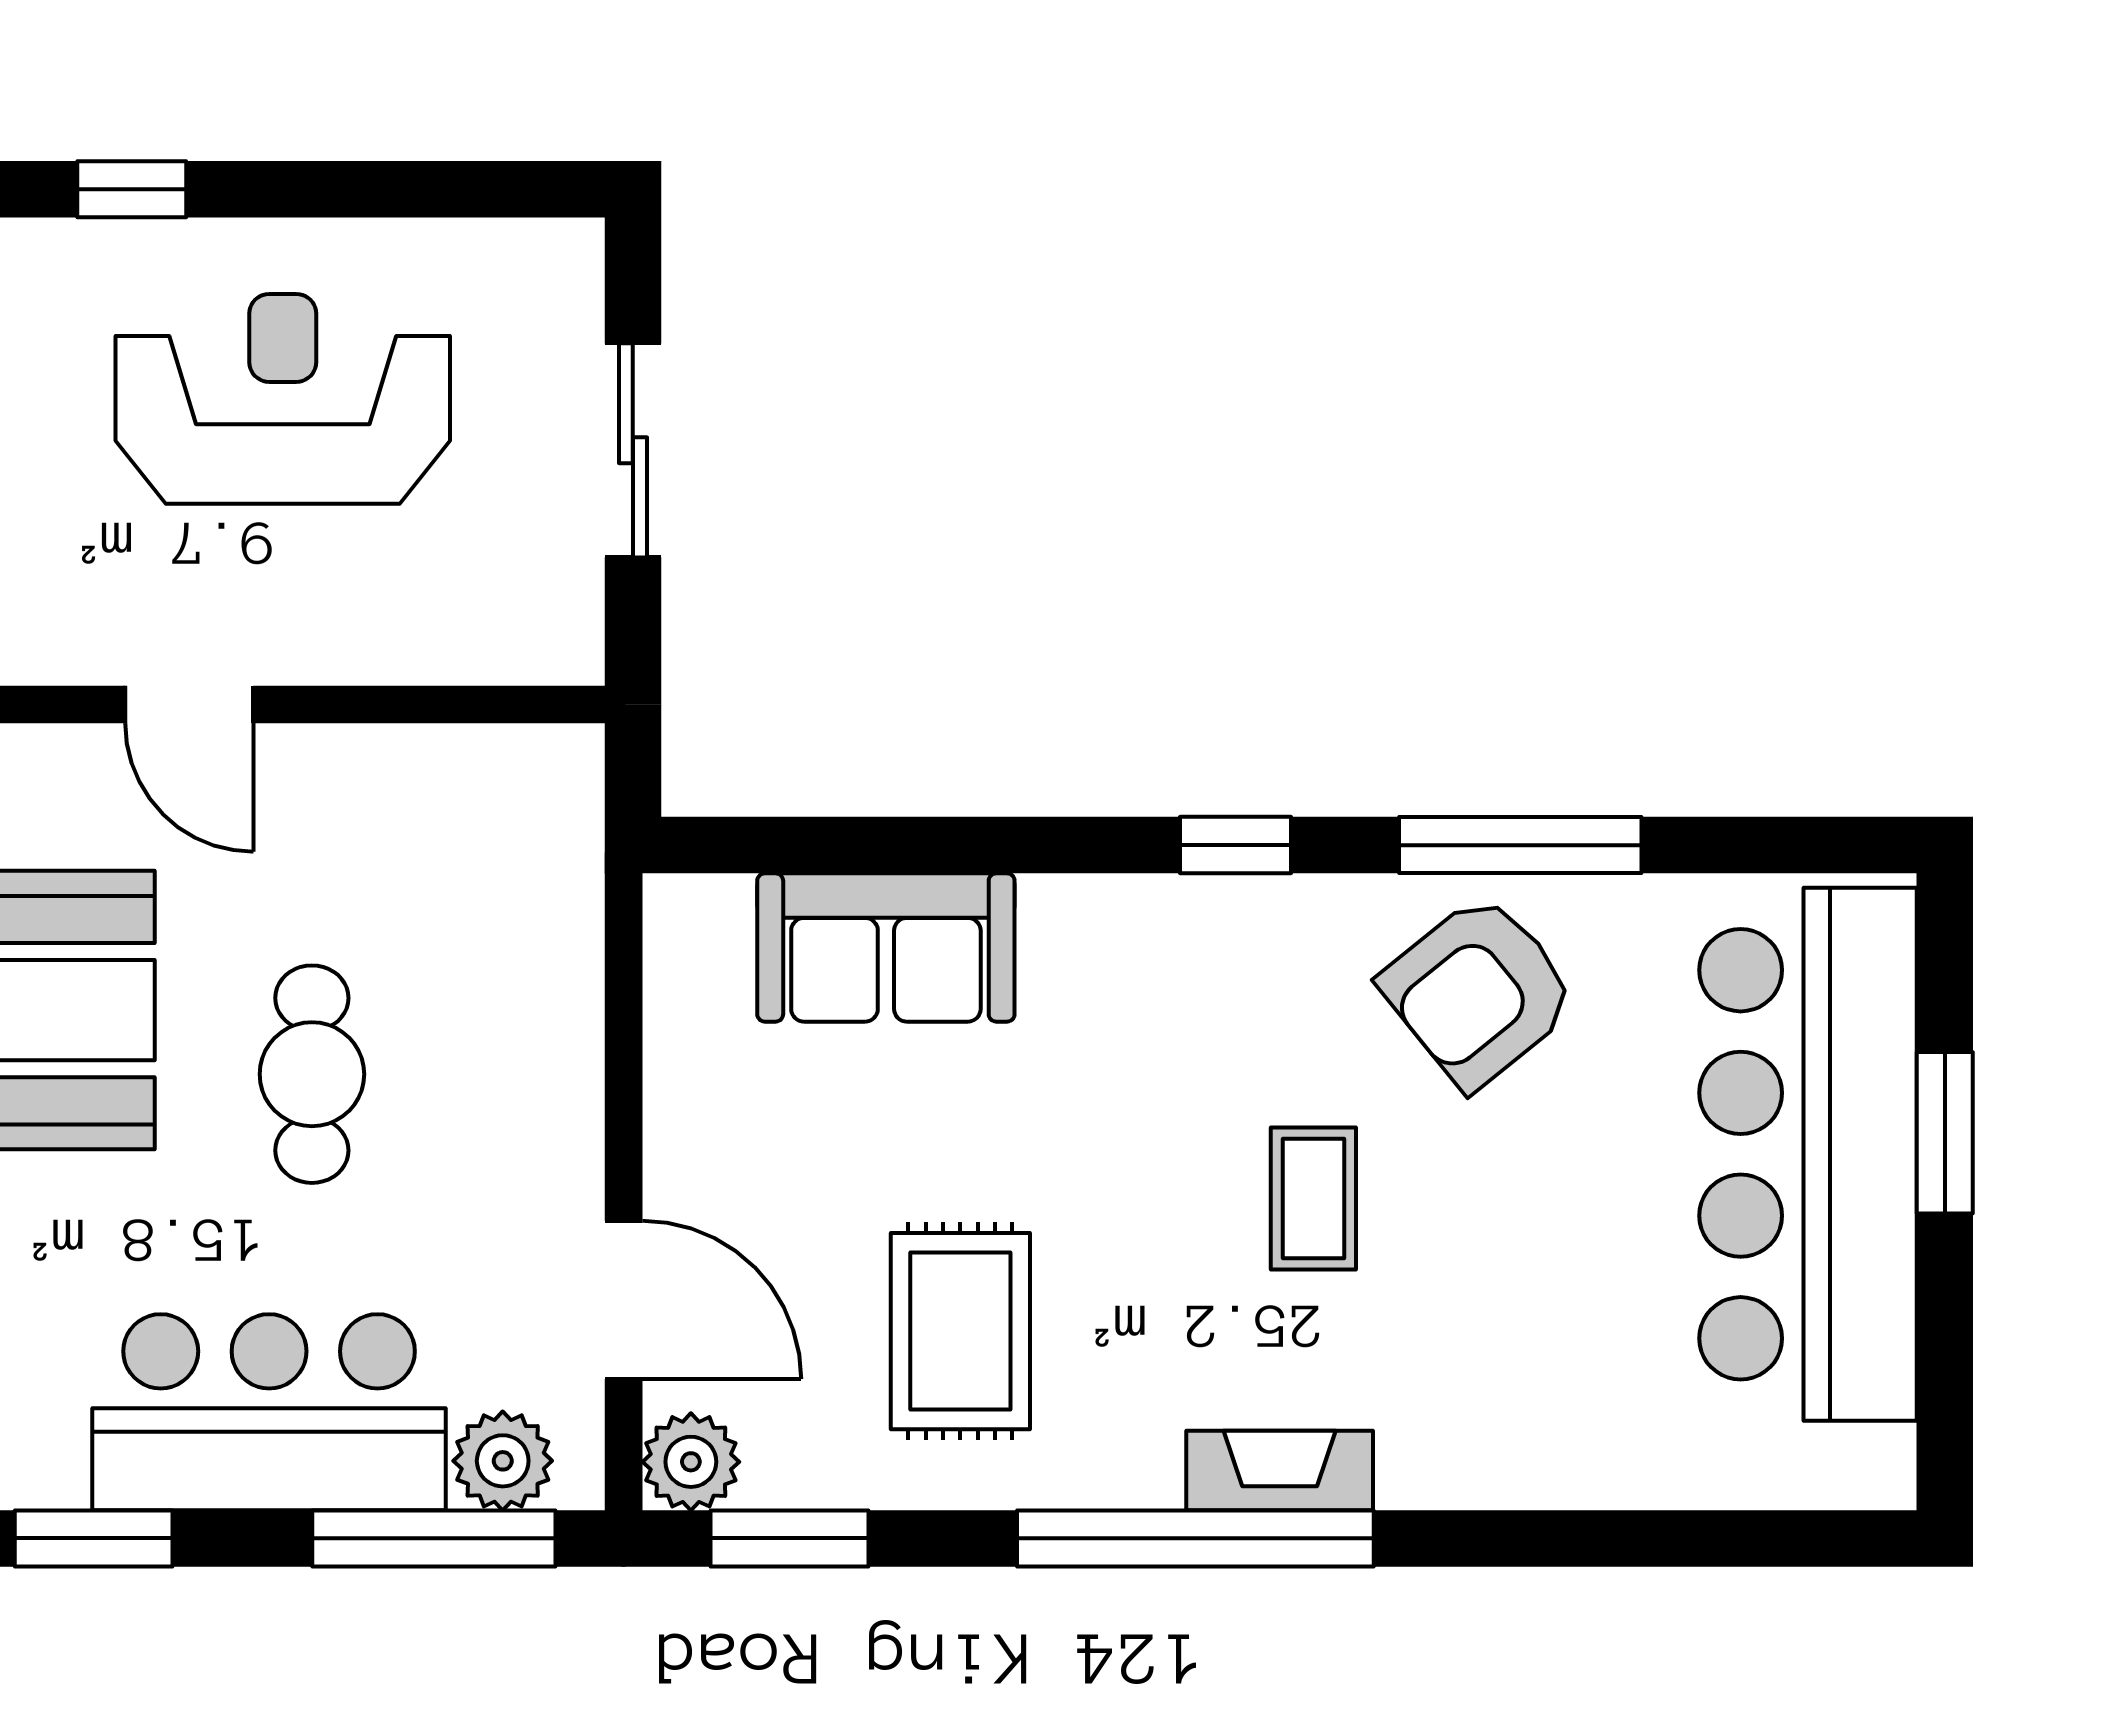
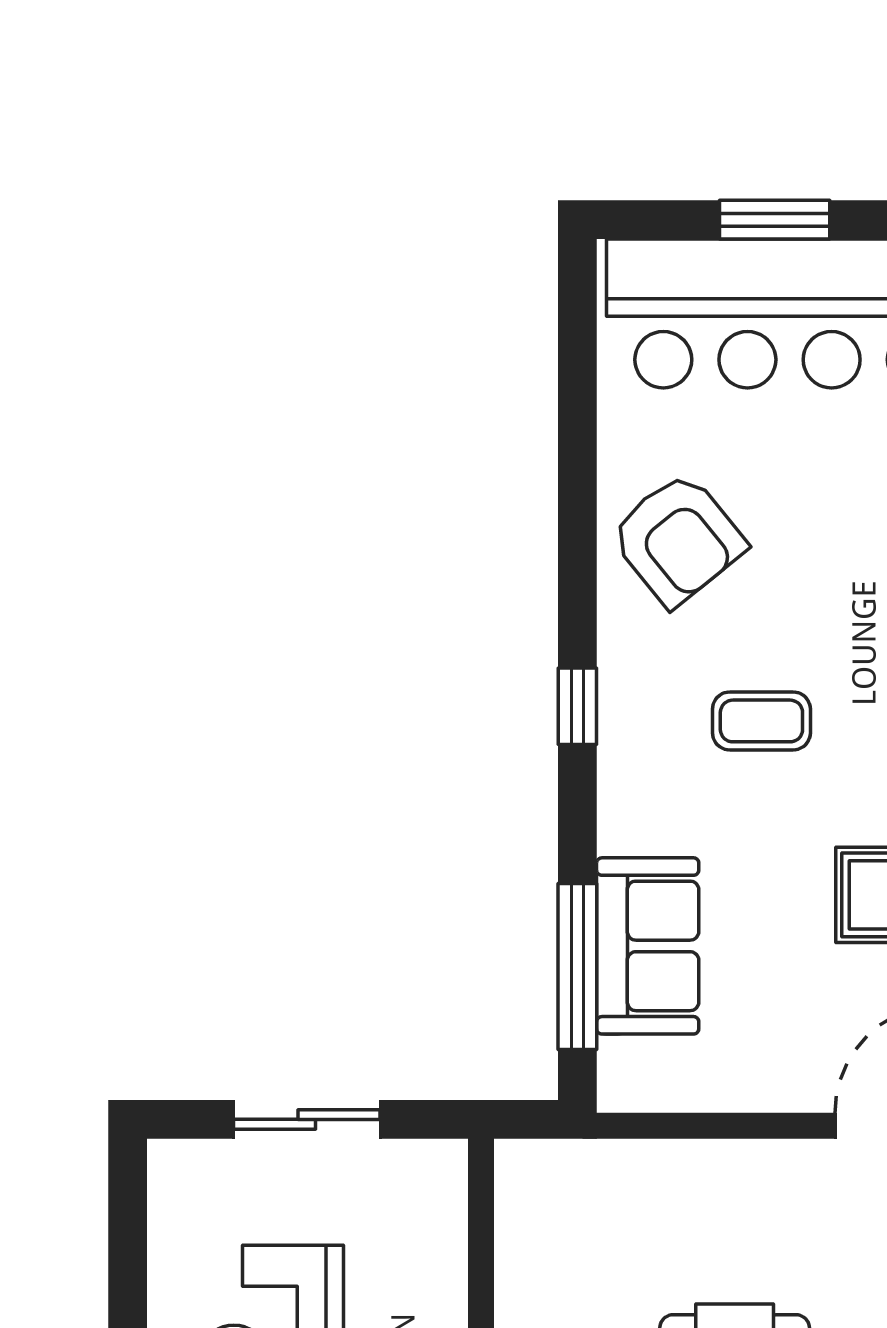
window: (1520, 845) -> (577, 966), moved
coffee table: (1313, 1199) -> (761, 721), moved

